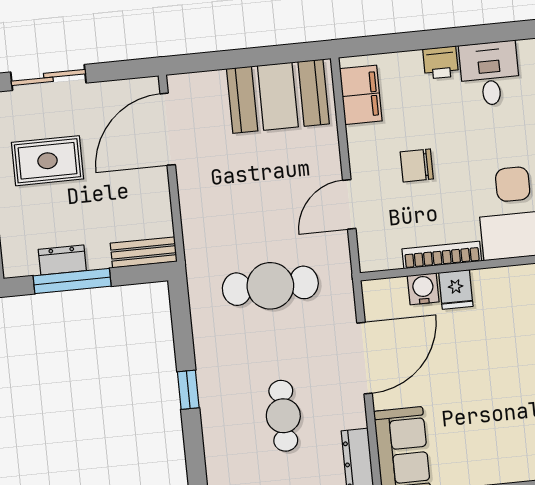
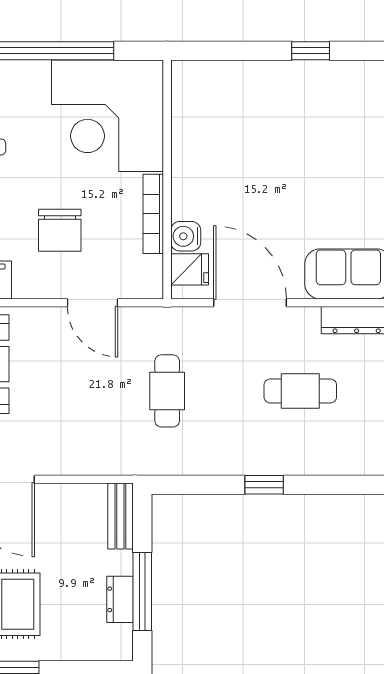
chair: (417, 165) -> (60, 230), width x1.37, depth x1.37
cafe table: (270, 286) -> (167, 391), width x0.73, depth x0.74
fridge: (456, 289) -> (190, 269), moved

